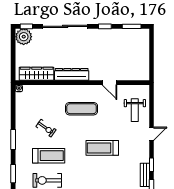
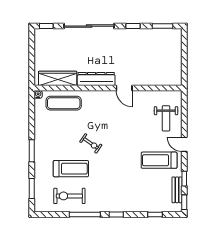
plant: (24, 37) -> (43, 37), removed
door: (109, 83) -> (124, 88), moved
exercise mat: (82, 109) -> (64, 103), moved
exercise bike: (46, 128) -> (91, 143), moved
door: (152, 134) -> (184, 144), swing flipped
treadmill: (102, 148) -> (159, 160), moved

